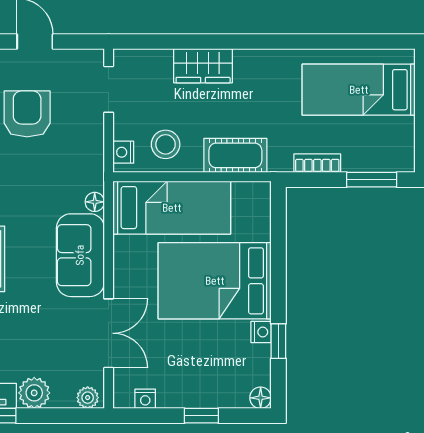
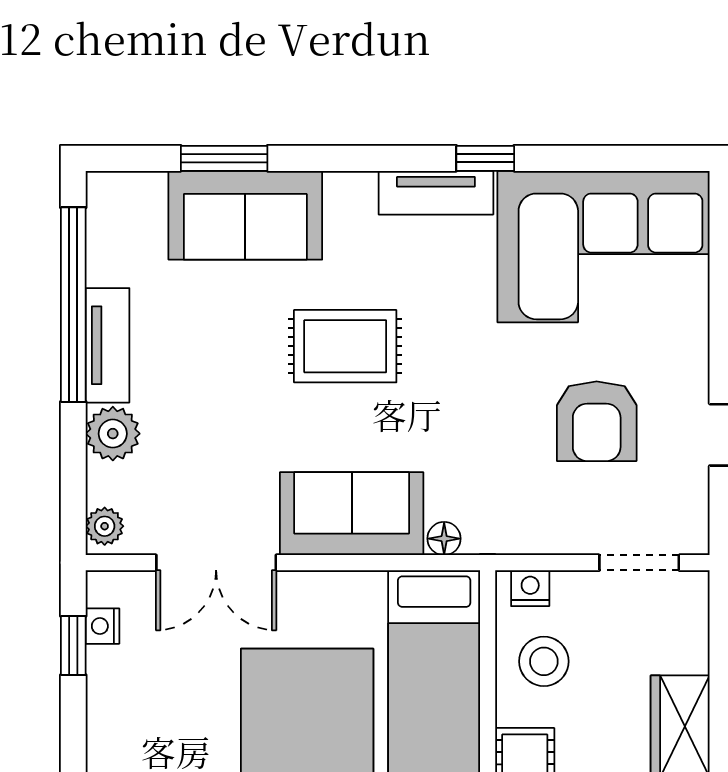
armchair: (27, 114) -> (597, 421), turned 90
window: (201, 416) -> (73, 646), moved

